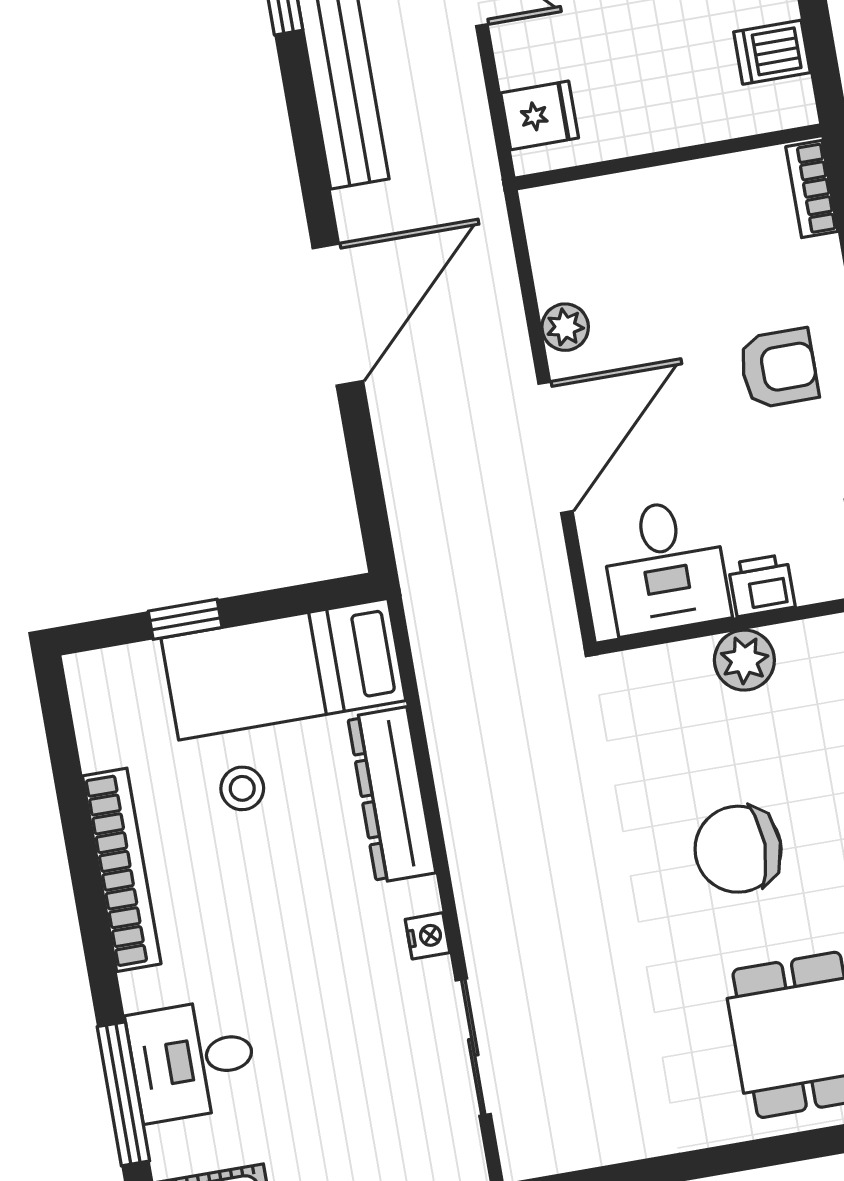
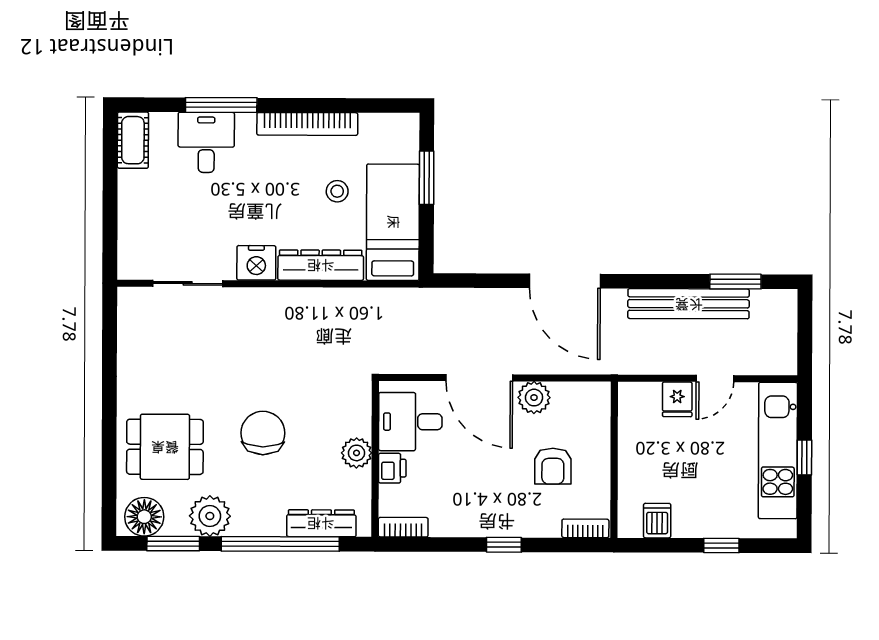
fridge: (540, 115) -> (677, 399), moved
plant: (565, 327) -> (534, 398), width x1.38, depth x1.38
armchair: (779, 368) -> (553, 466), moved
window: (185, 619) -> (427, 178), width x1.50
nightstand: (427, 936) -> (256, 263), width x1.89, depth x1.79
window: (123, 1094) -> (221, 105), moved

